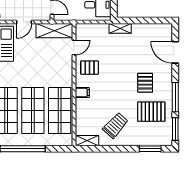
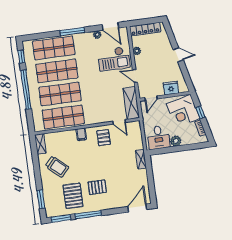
door: (175, 52) -> (137, 208), moved

